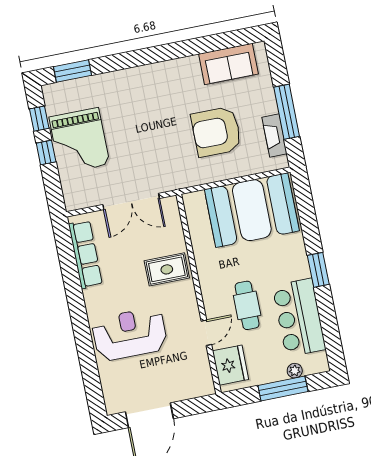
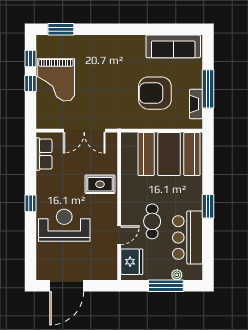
sofa: (228, 64) -> (173, 46), width x1.36
row of seats: (85, 254) -> (44, 154), width x0.68
window: (78, 314) -> (30, 203), added

